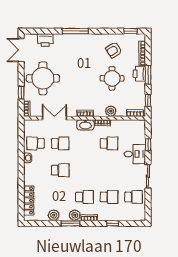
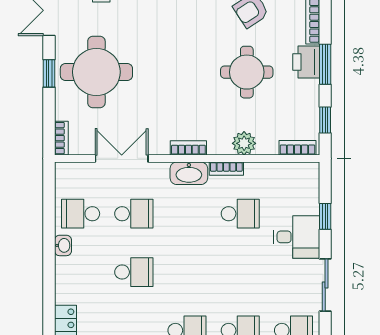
window: (21, 93) -> (49, 73), moved

